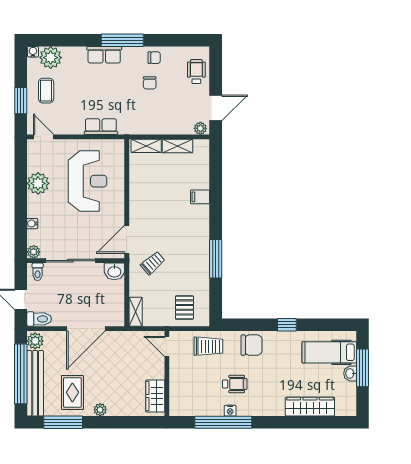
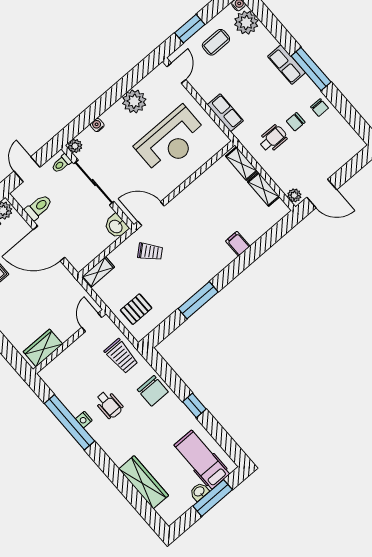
wheelchair: (196, 72) -> (273, 139), moved
toilet: (39, 319) -> (39, 207), moved, turned -90

